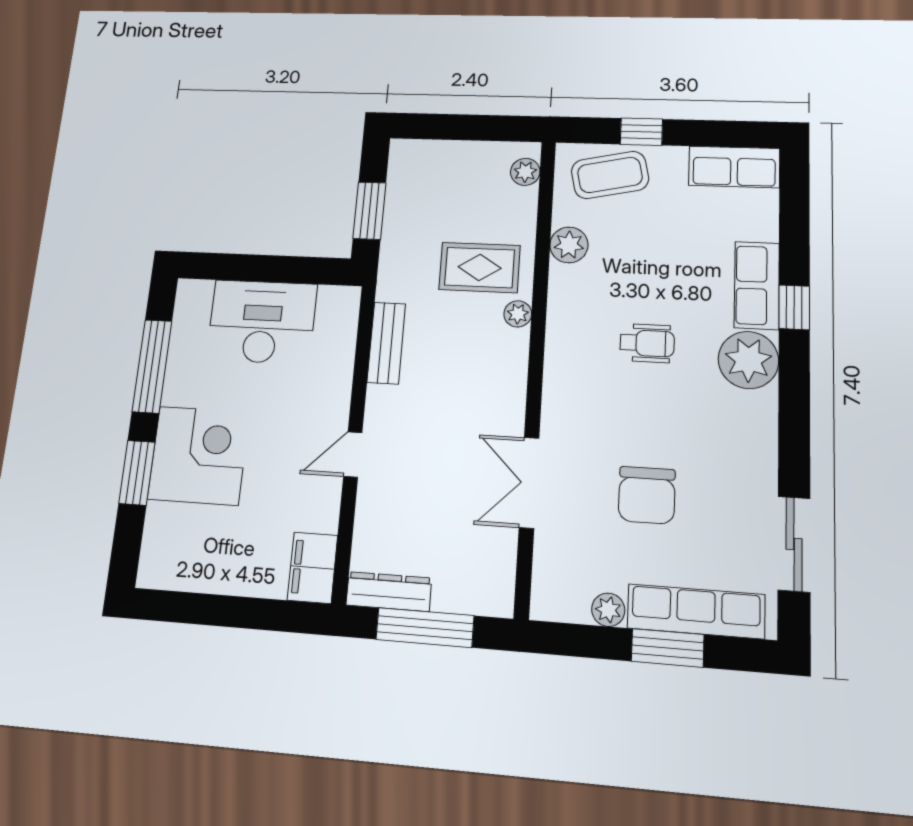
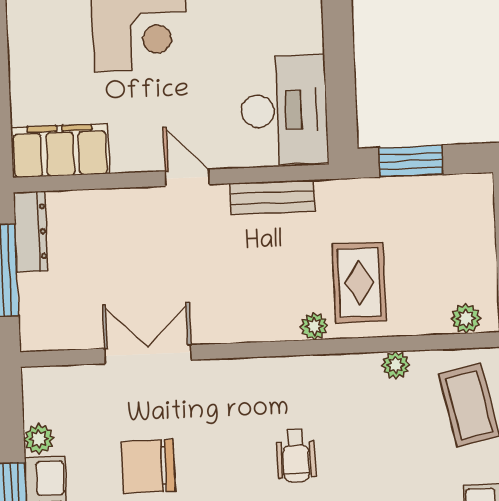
plant: (569, 245) -> (396, 365), width x0.73, depth x0.73
desk: (262, 322) -> (284, 110), moved
door: (353, 455) -> (187, 178), moved
filing cabinet: (313, 568) -> (60, 151), width x1.50, depth x1.17

